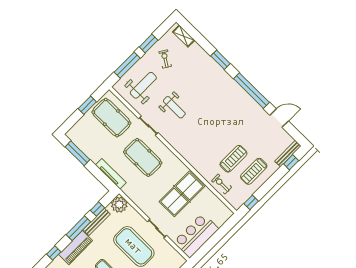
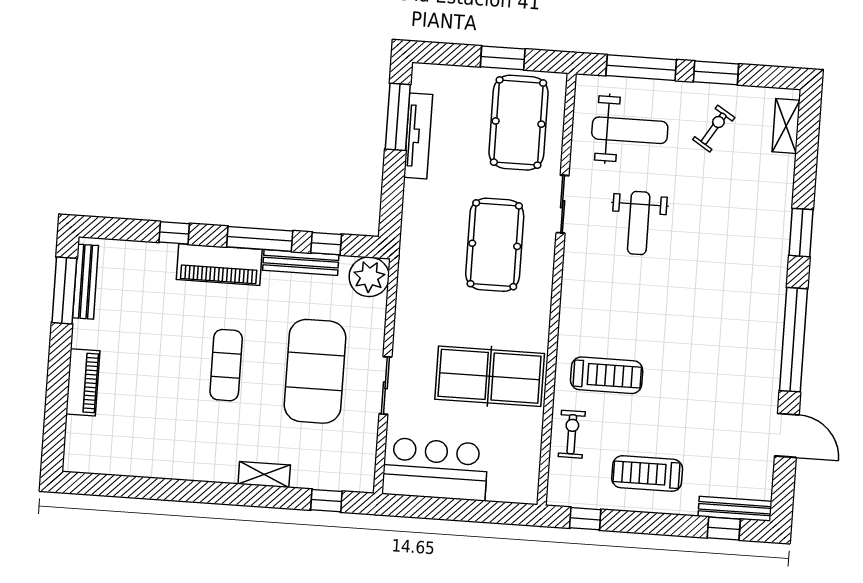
treadmill: (233, 159) -> (607, 375), moved
tv unit: (111, 174) -> (418, 136), moved

